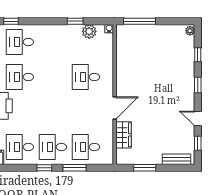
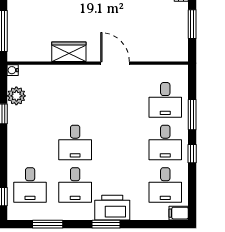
desk: (86, 77) -> (75, 142), moved
wardrobe: (123, 135) -> (69, 52), moved

